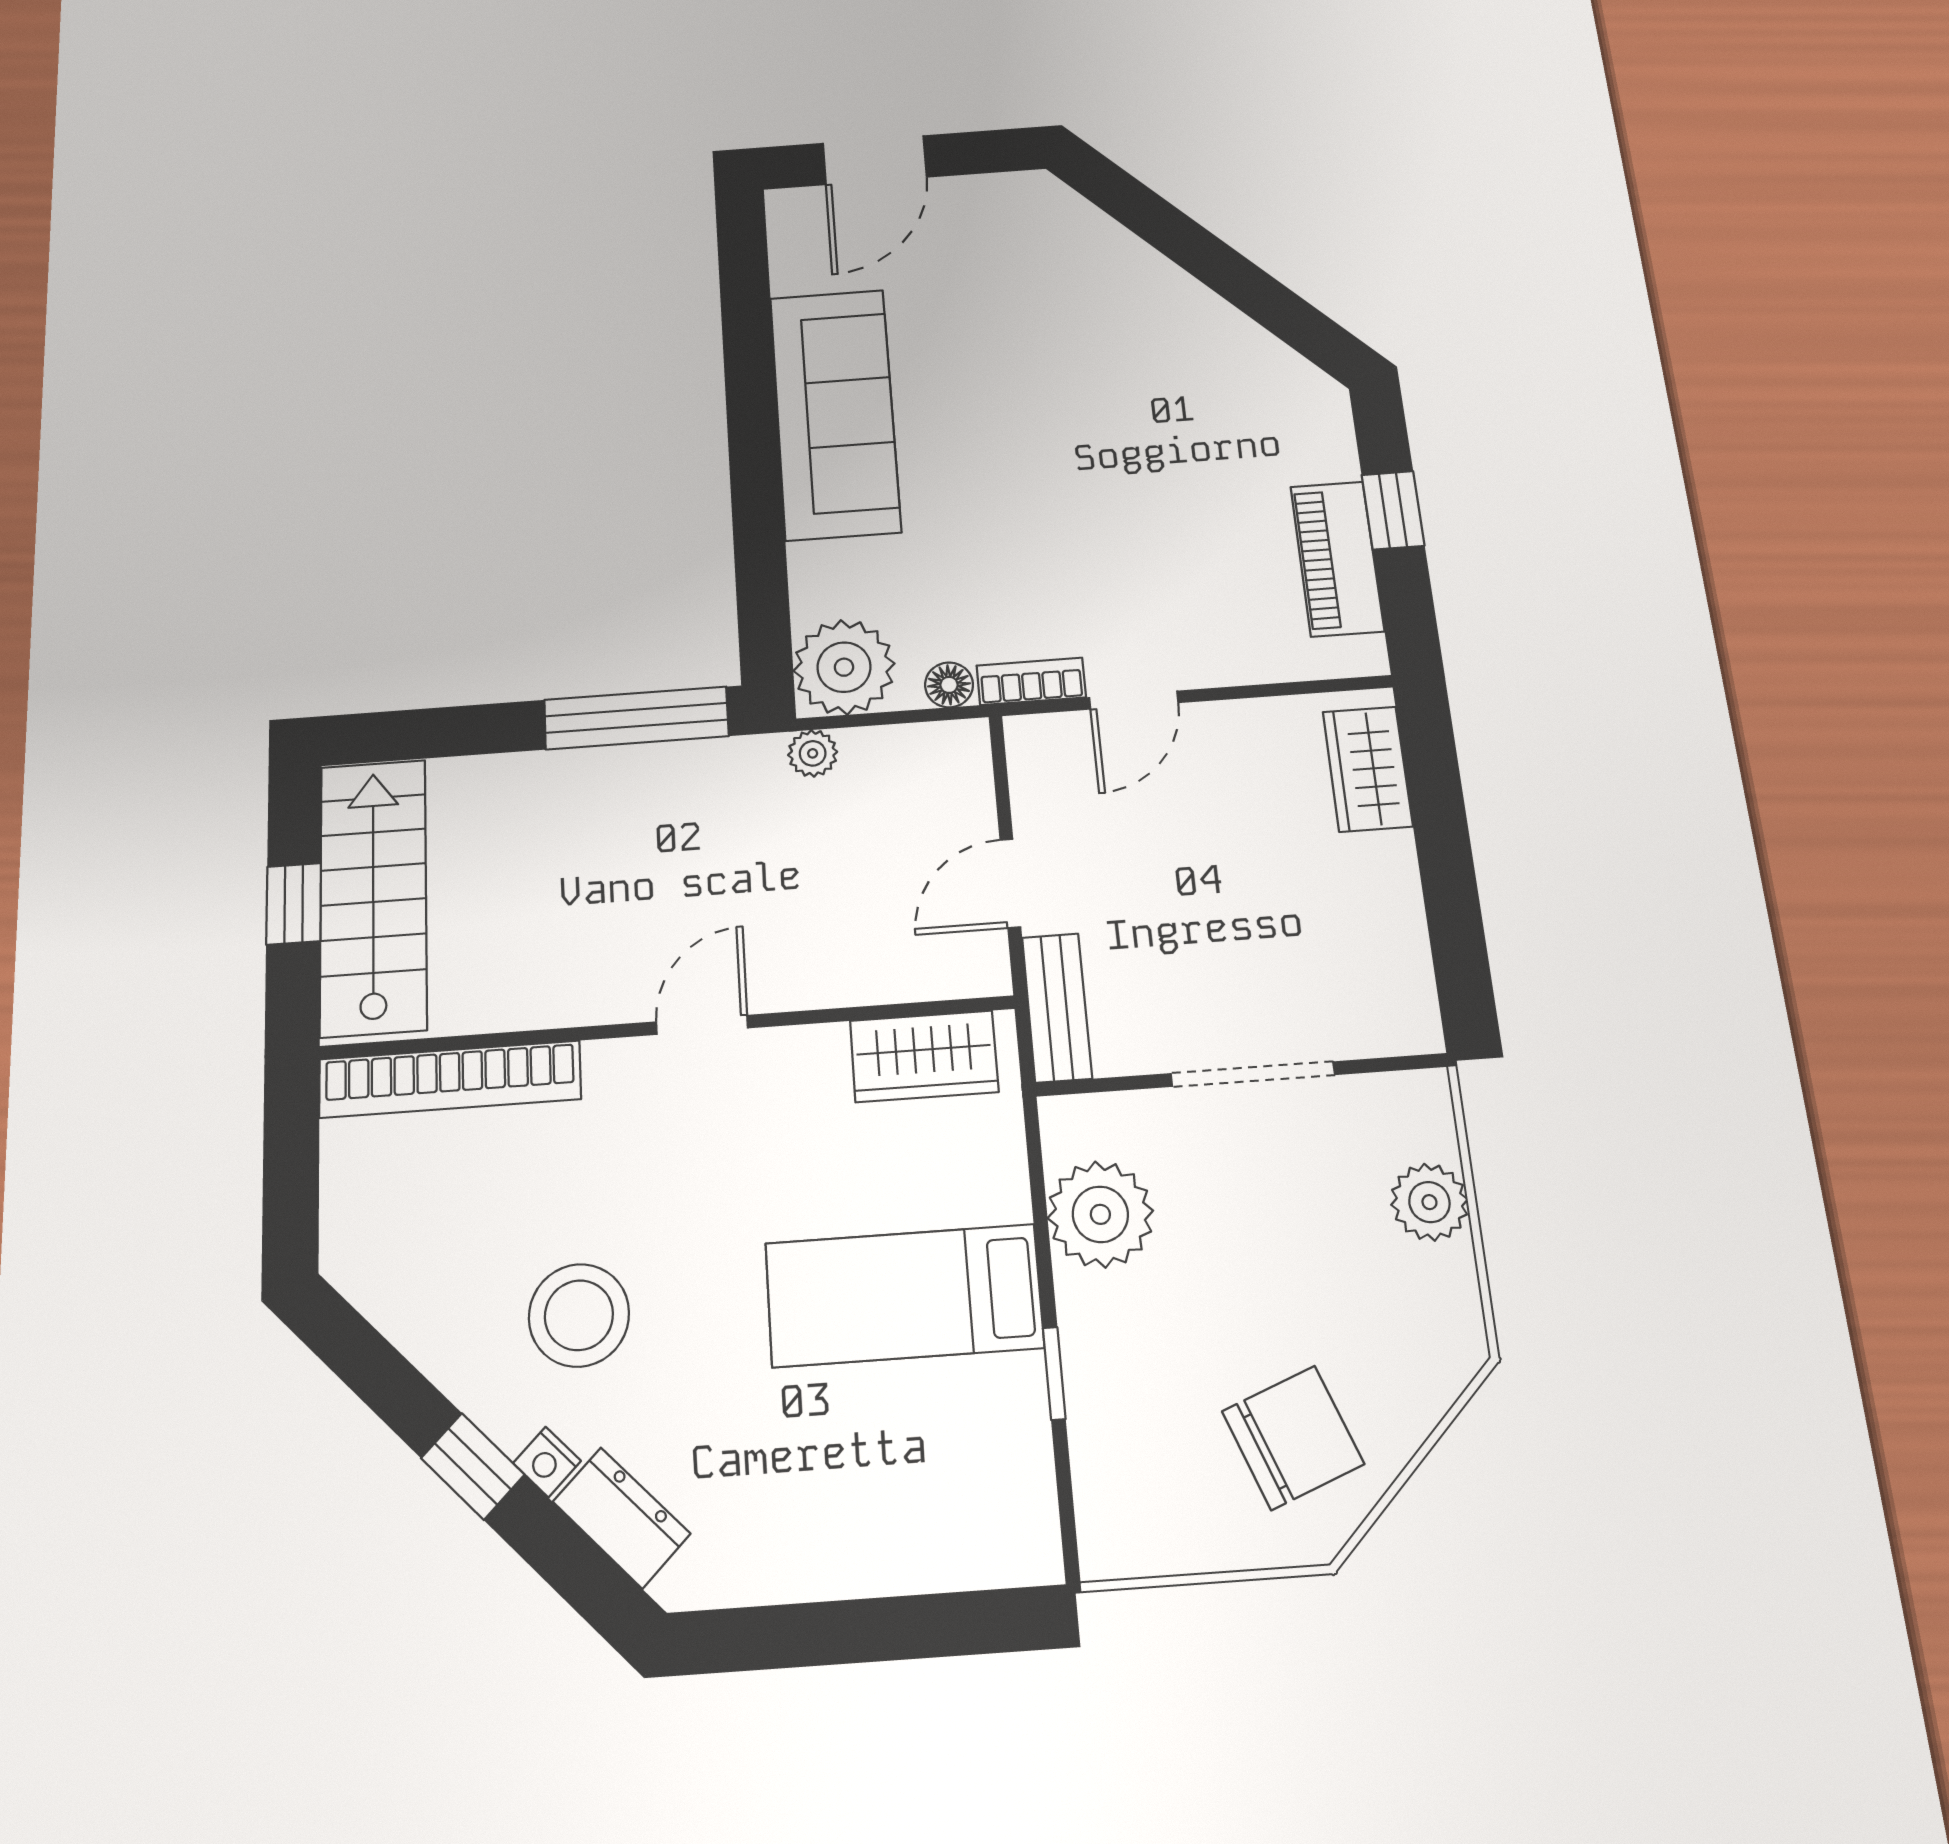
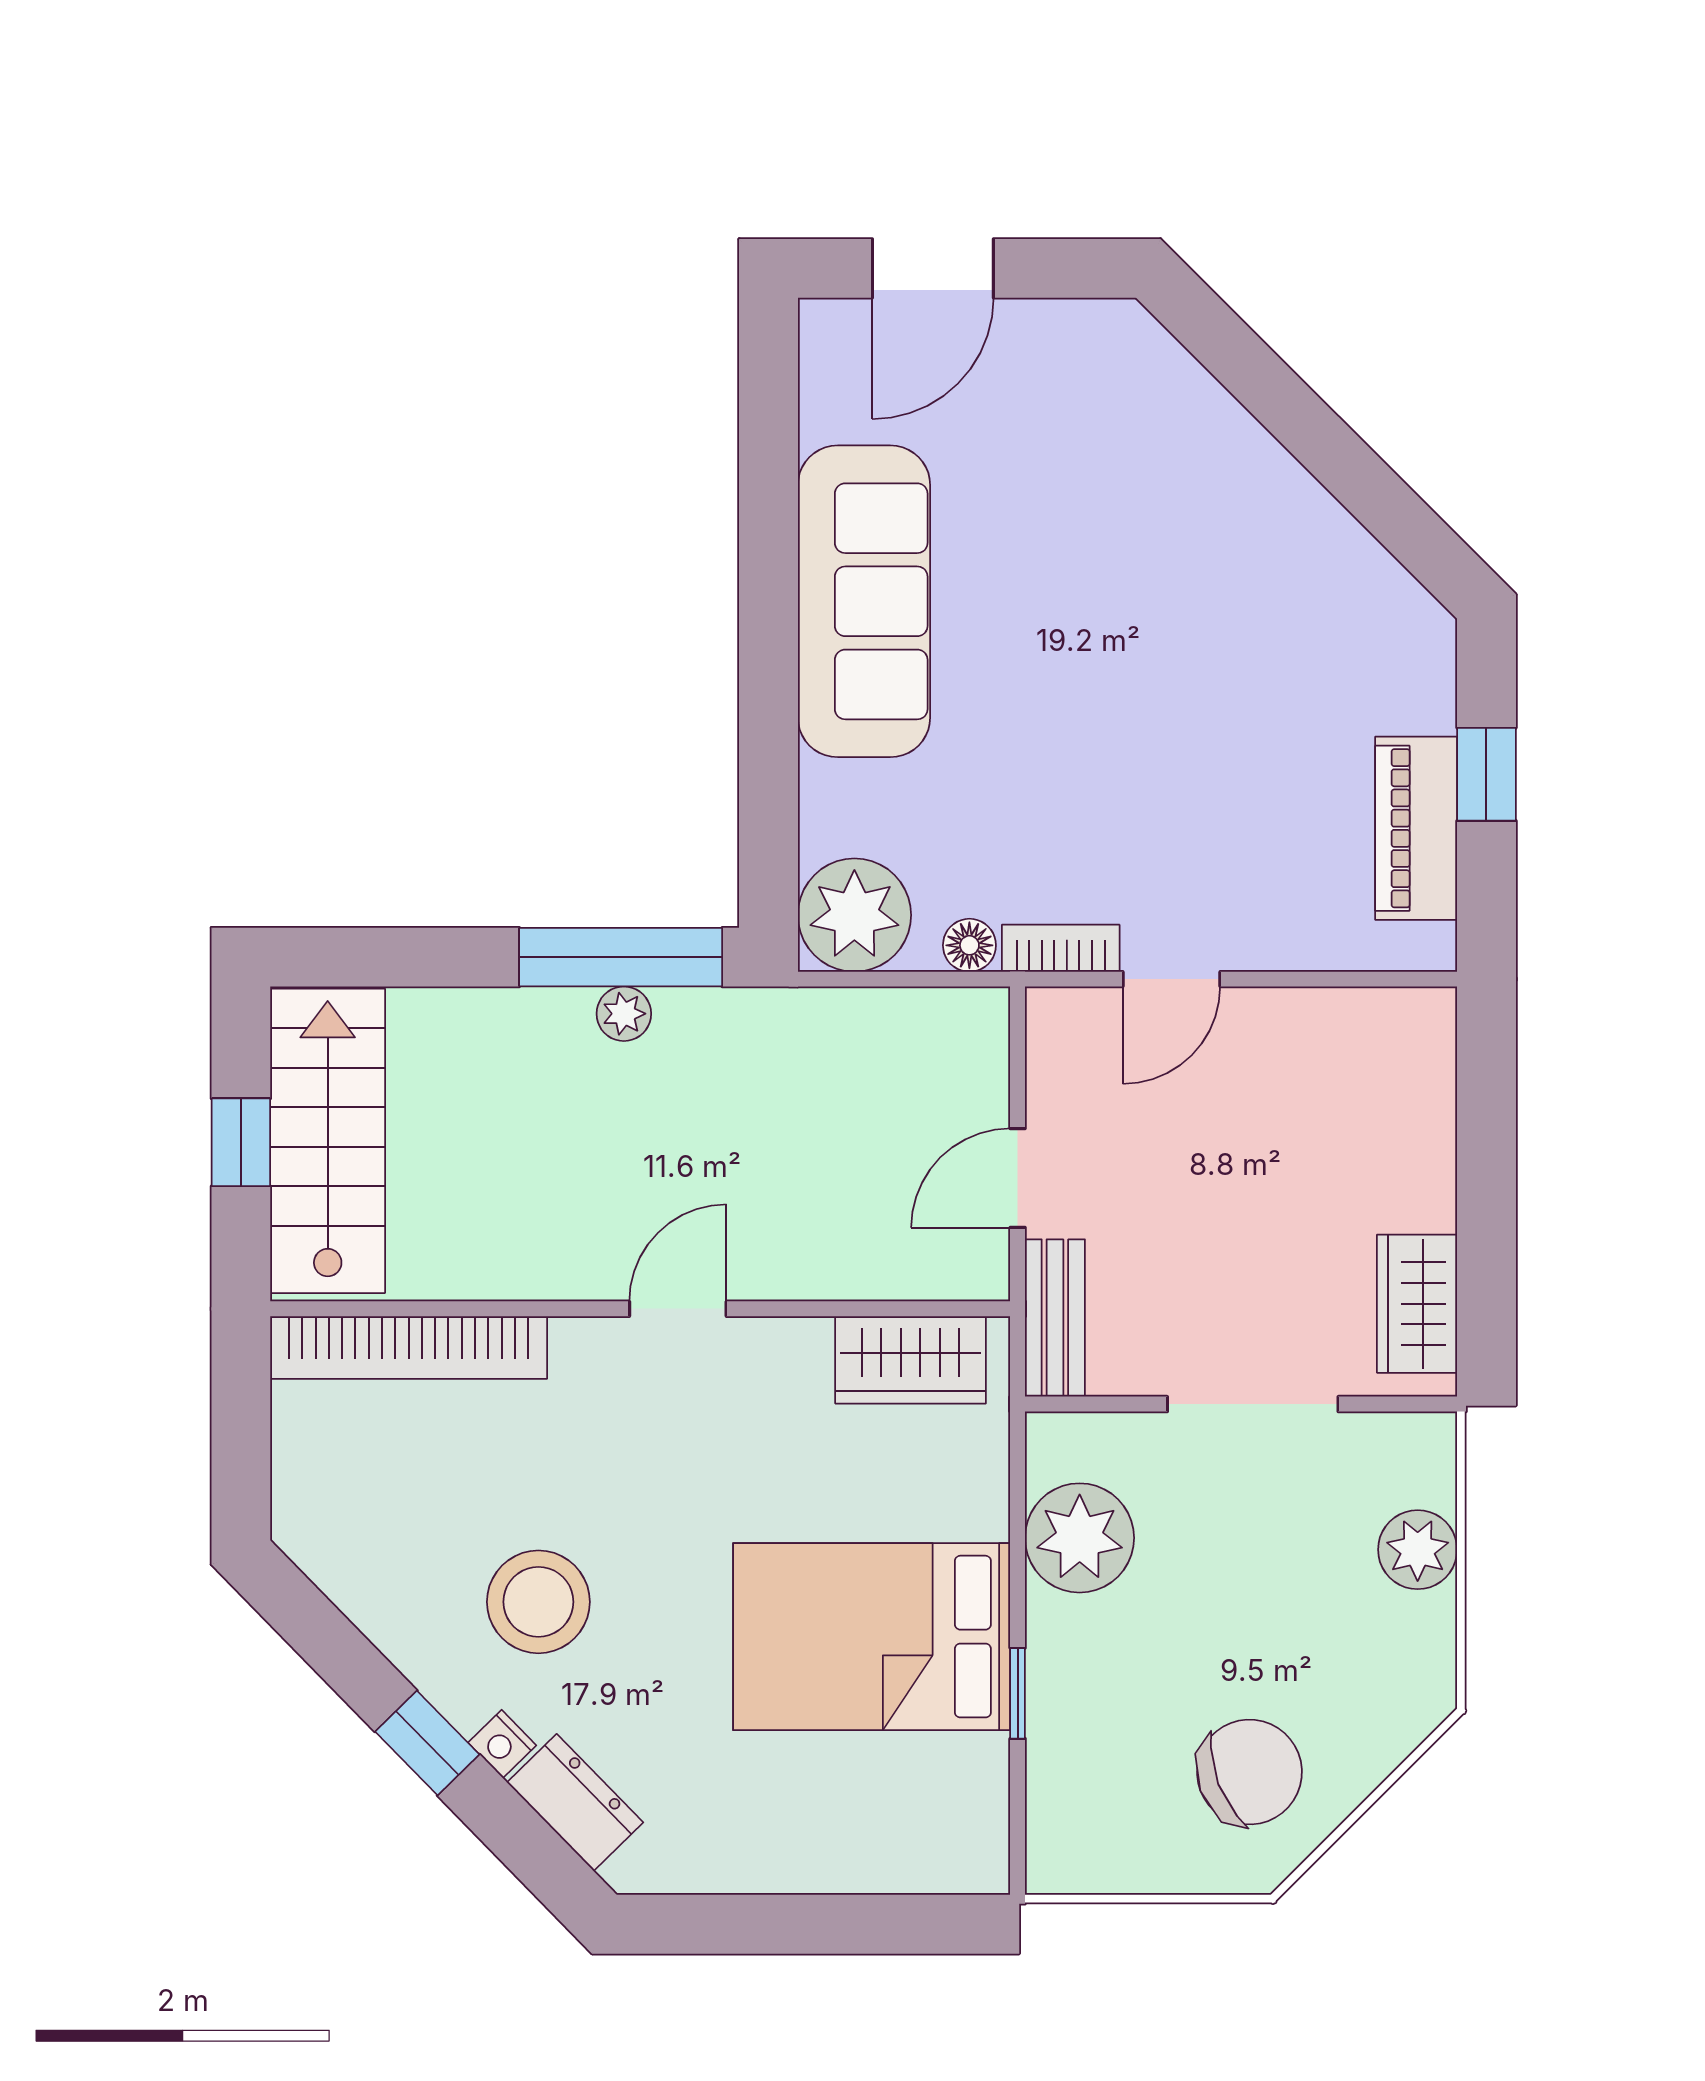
plant: (813, 753) -> (624, 1014), moved
wardrobe: (1368, 769) -> (1417, 1304), moved
bed: (904, 1295) -> (872, 1637), width x1.50

